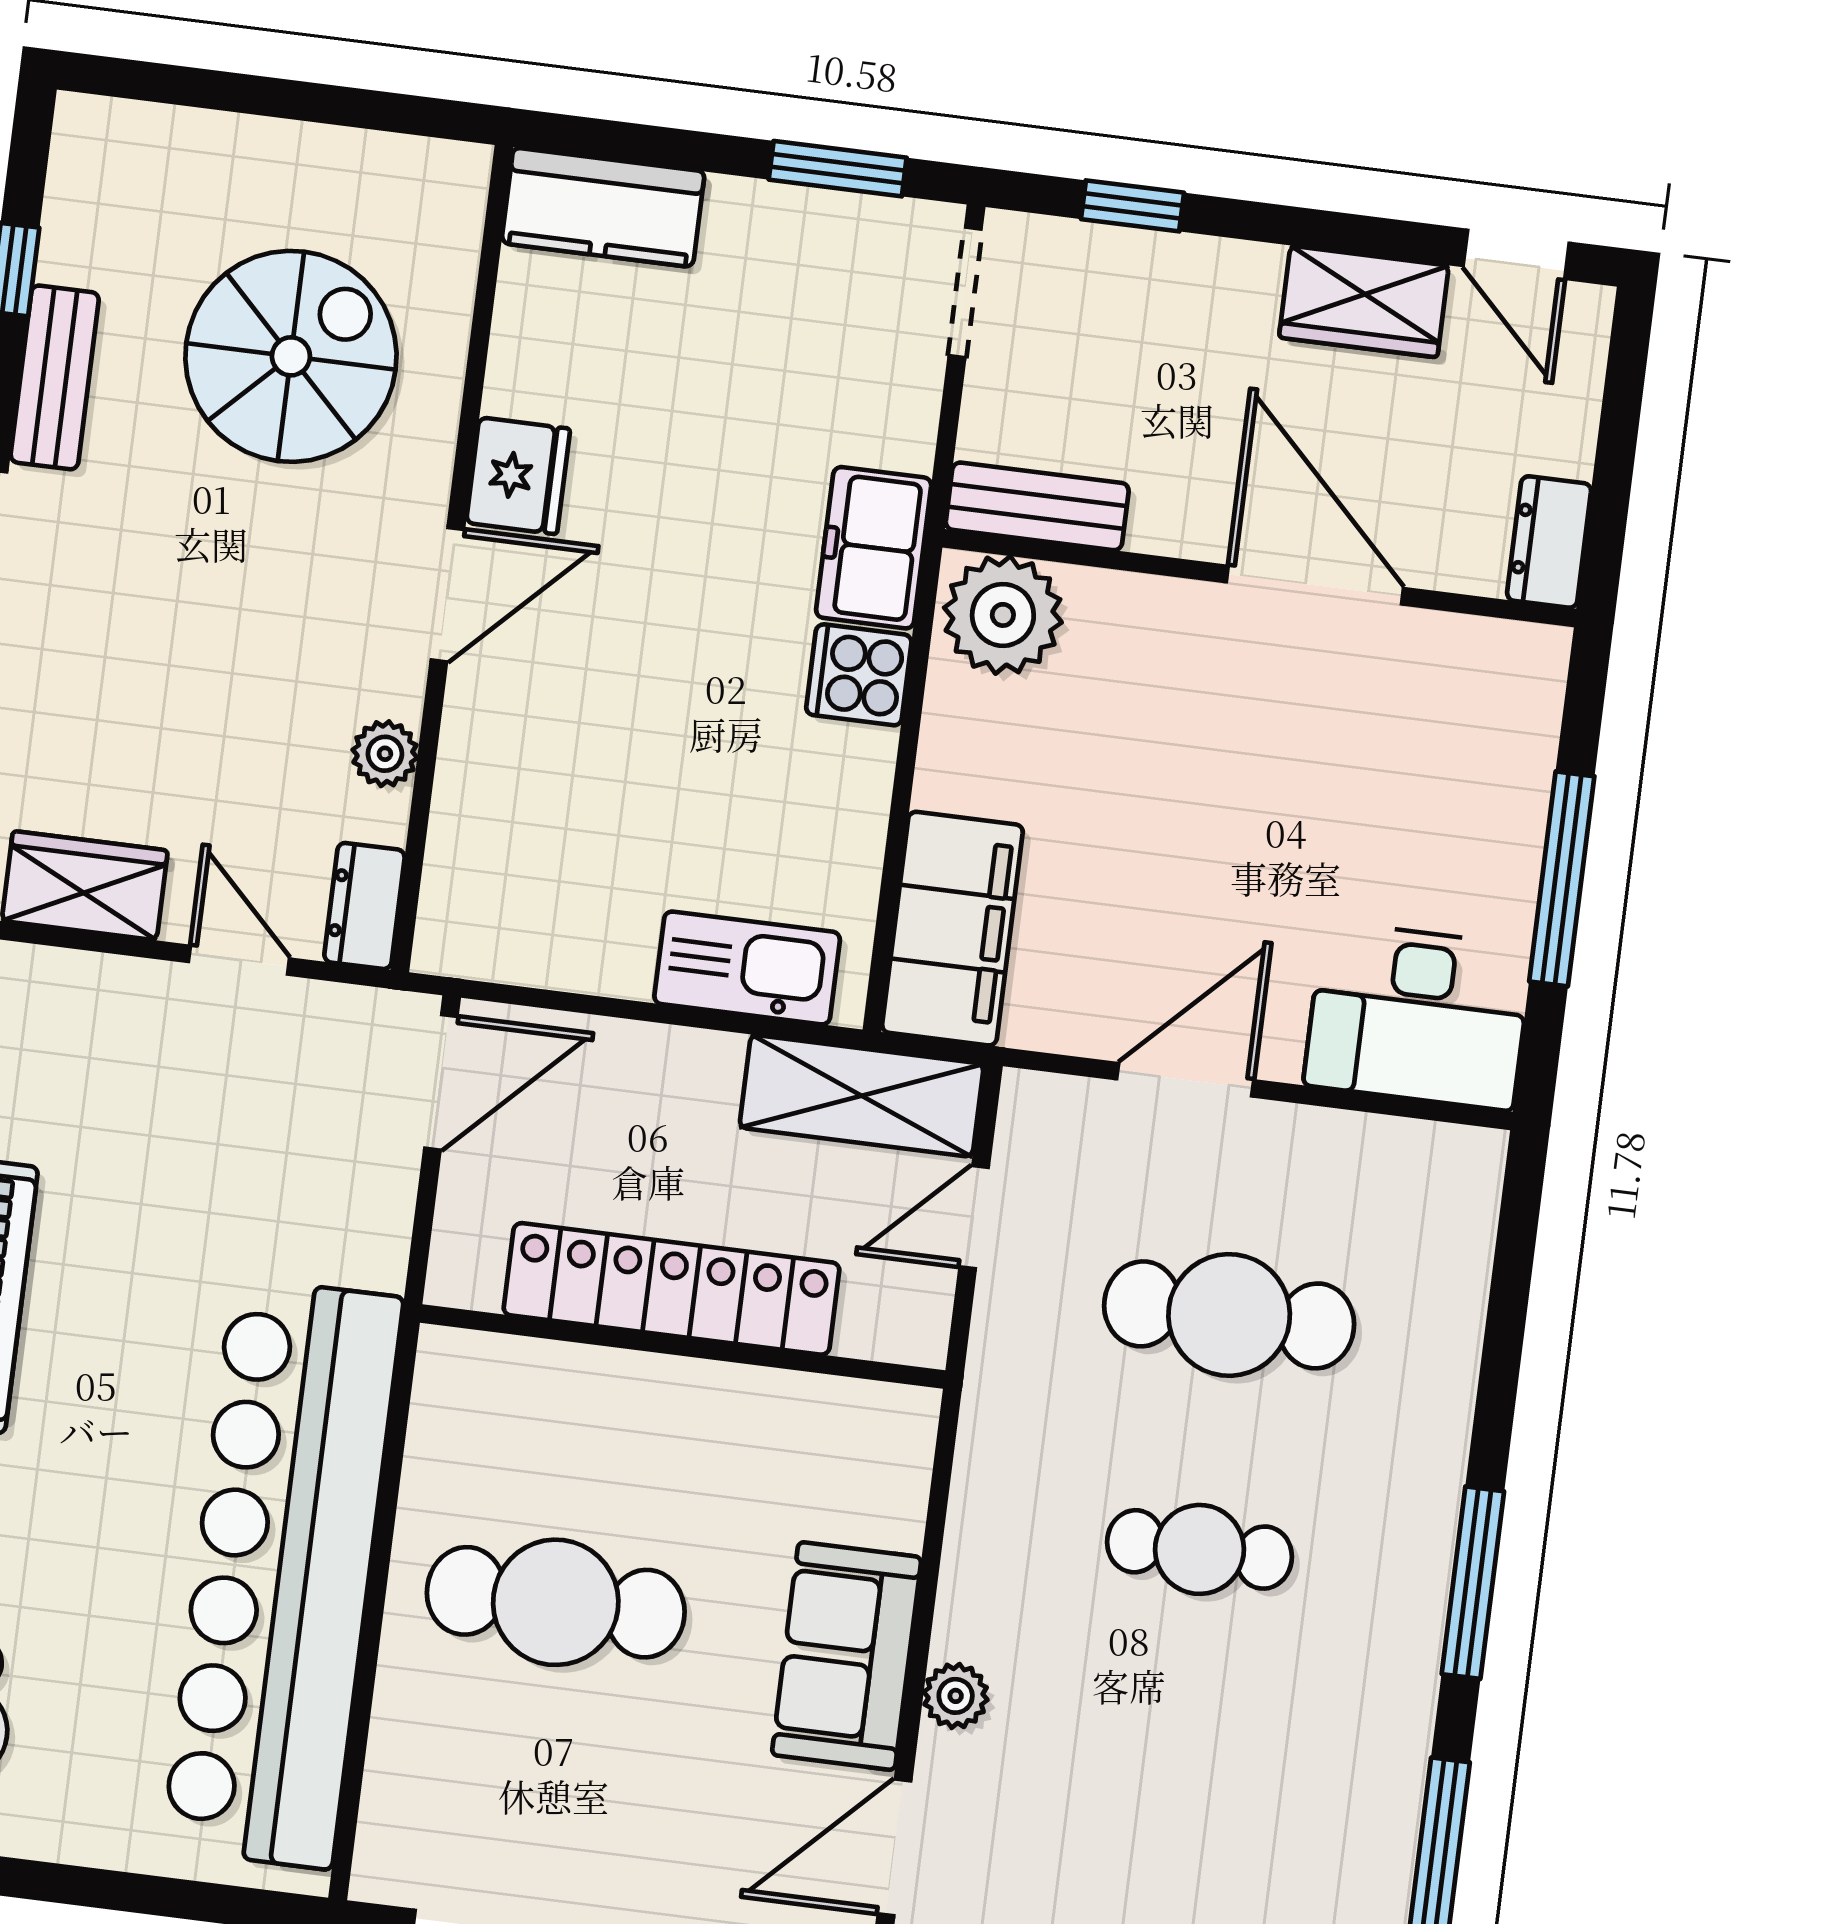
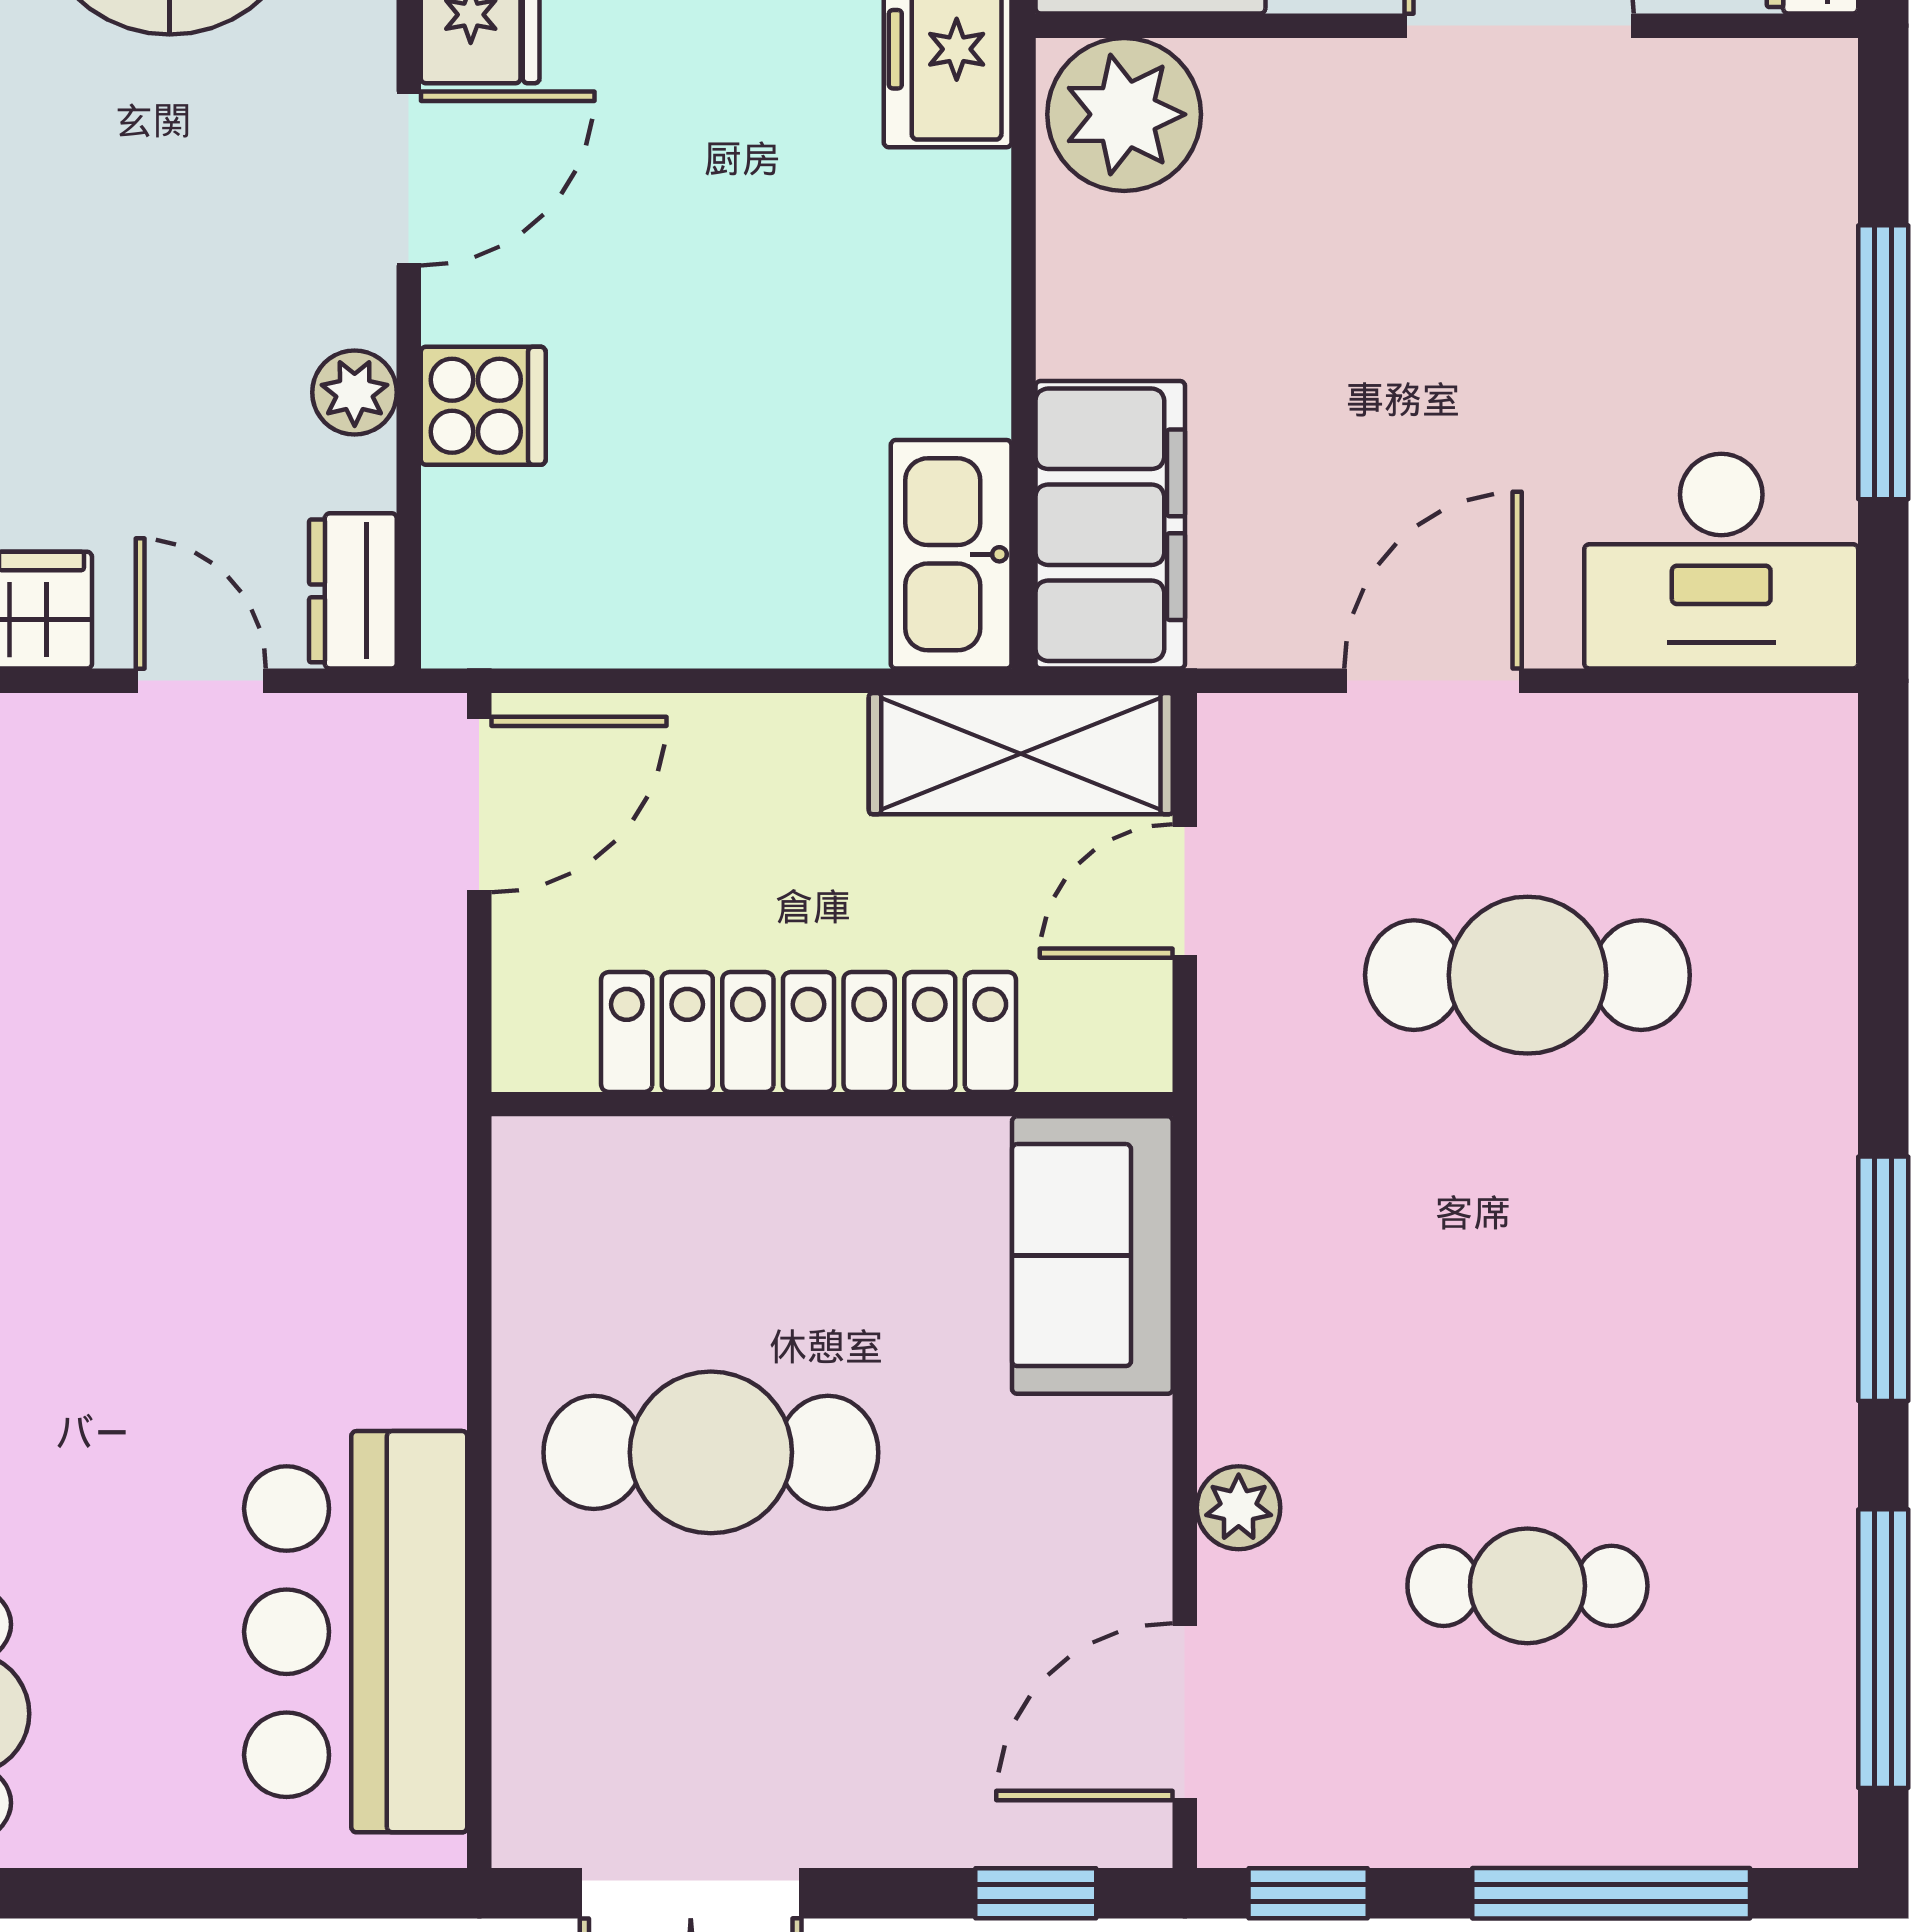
cooker: (859, 675) -> (483, 406), moved, turned 180
kitchen sink: (747, 968) -> (951, 554), moved, turned -90
cafe table: (1200, 1549) -> (1527, 1586), moved
bar counter: (282, 1573) -> (356, 1632), width x0.54
sofa: (847, 1656) -> (1092, 1255), moved

